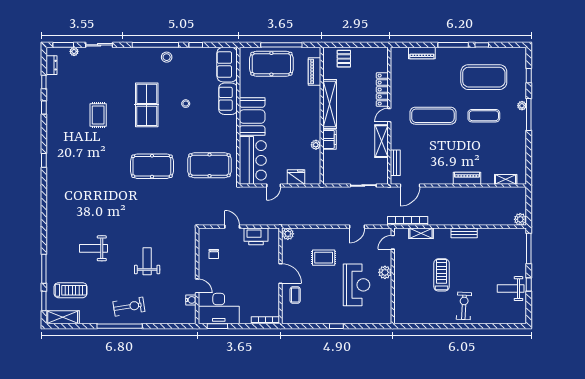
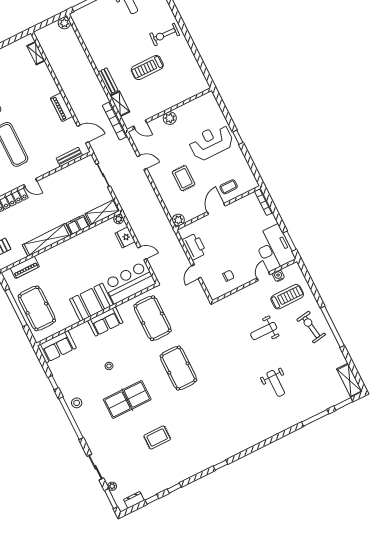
sofa: (228, 99) -> (105, 322), moved
shelving: (381, 141) -> (102, 212), moved
plant: (316, 145) -> (119, 219), moved
piano: (467, 178) -> (61, 107), moved
bench: (464, 233) -> (108, 81), moved
reception desk: (357, 285) -> (211, 142), moved
treadmill: (71, 290) -> (287, 297), moved, turned 90

